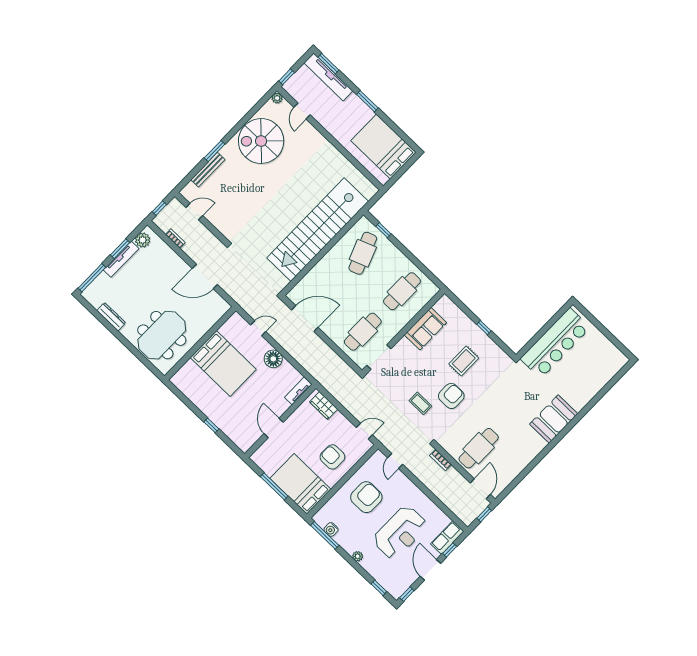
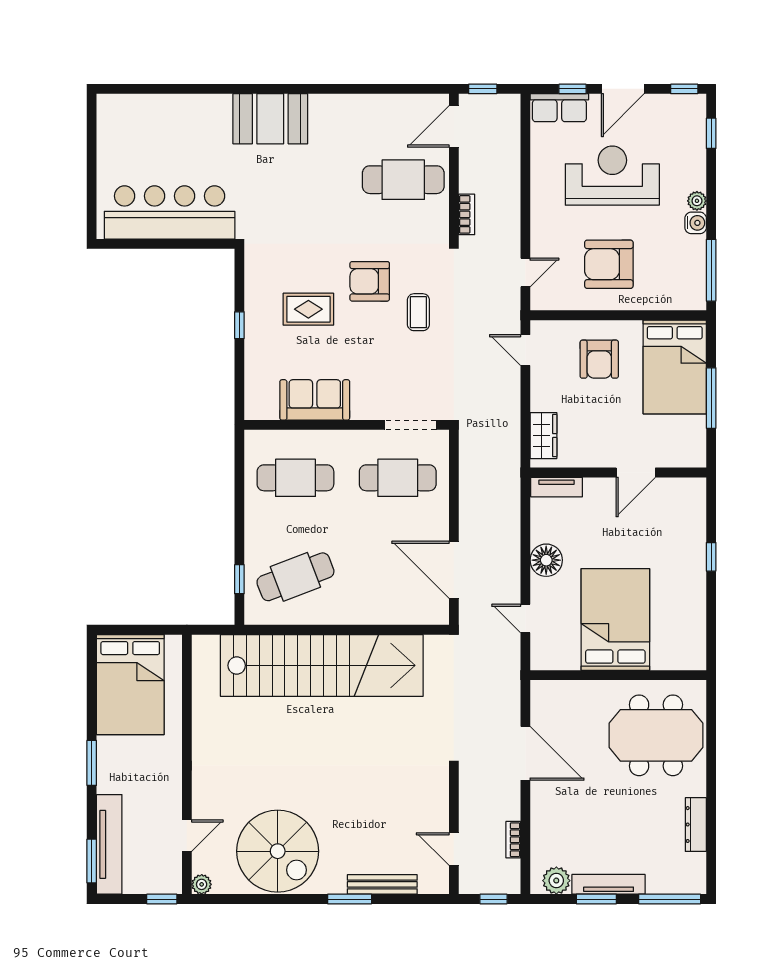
water cooler: (331, 529) -> (696, 223), moved

